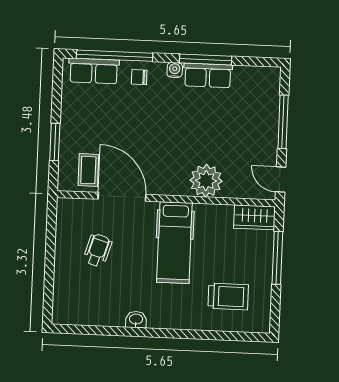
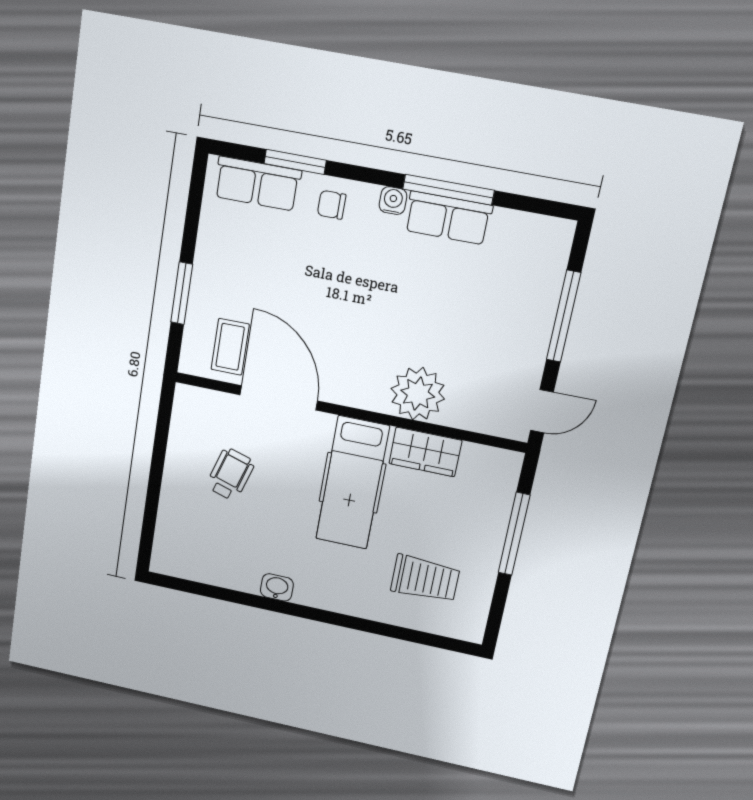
window: (115, 56) -> (295, 162), width x0.47
door: (281, 179) -> (542, 411), swing flipped
wardrobe: (254, 217) -> (425, 452), moved

